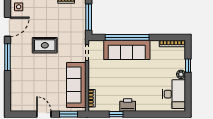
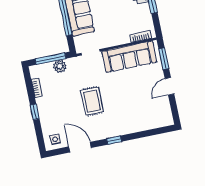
plant: (80, 24) -> (60, 66), added
window: (7, 57) -> (114, 140), width x0.46

